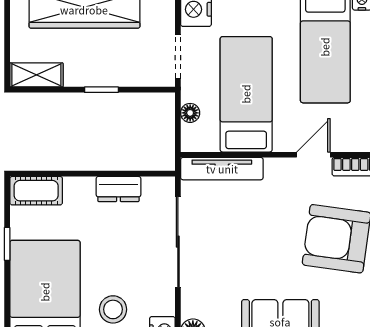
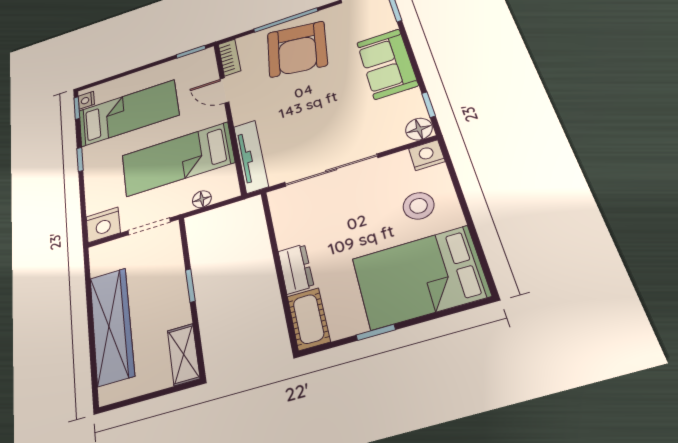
dresser: (118, 189) -> (296, 269), moved

